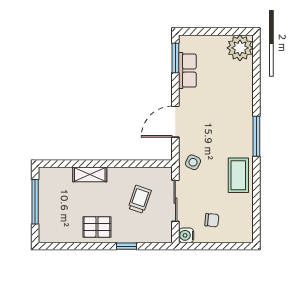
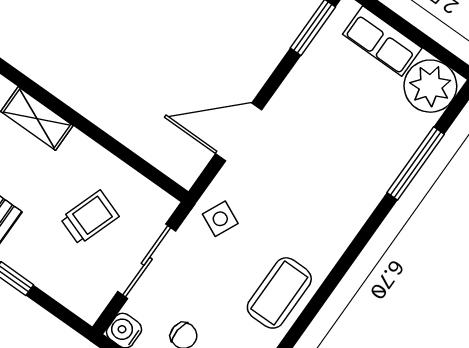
row of seats: (187, 71) -> (382, 41), moved, turned 90
window: (256, 136) -> (416, 163), moved

